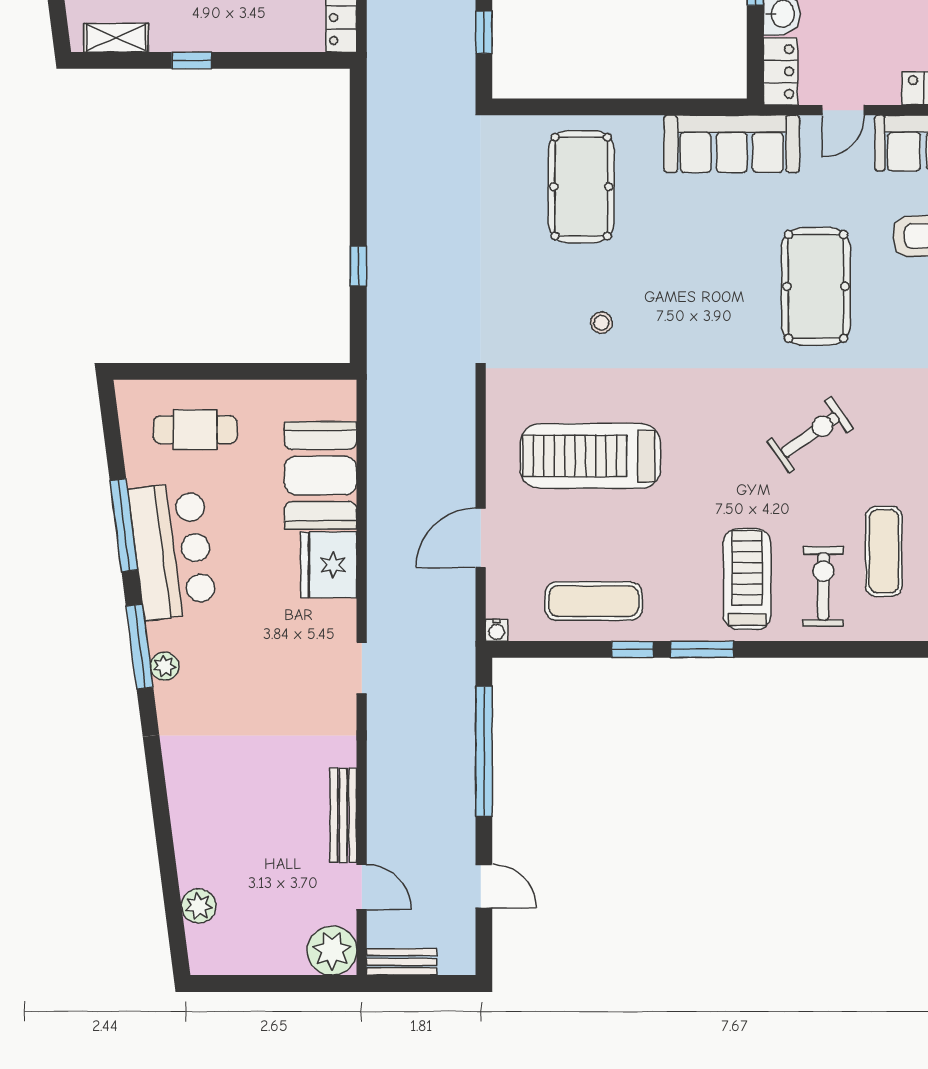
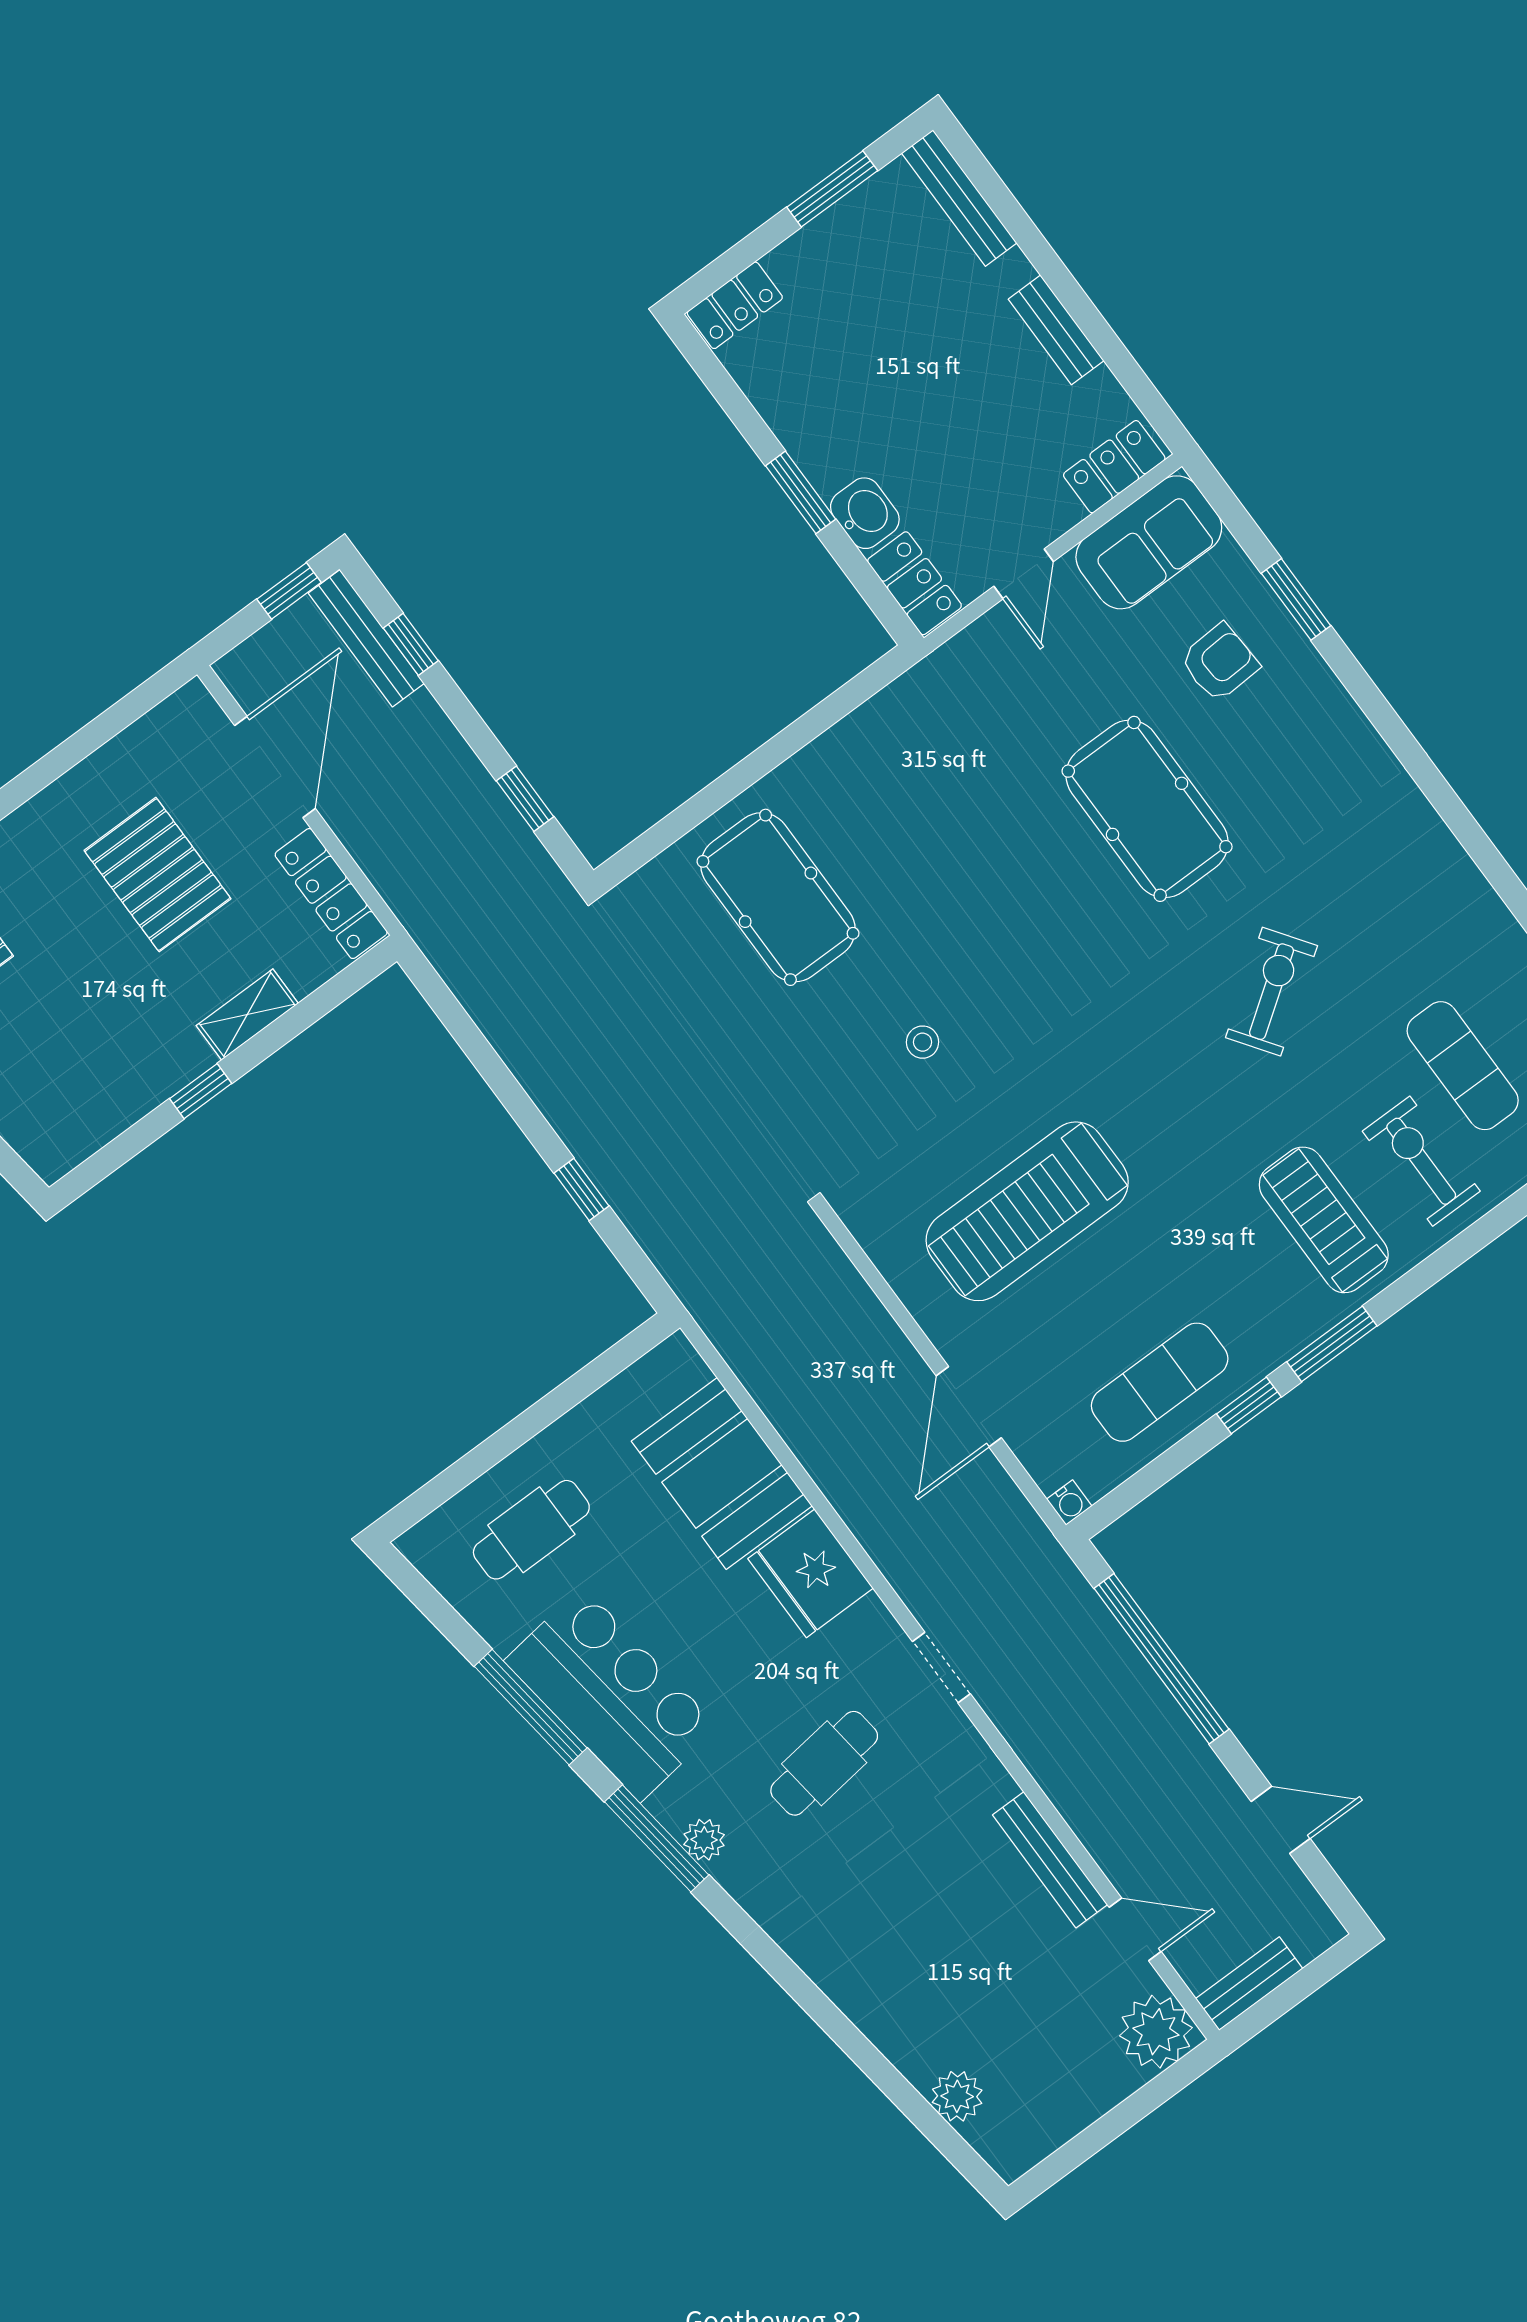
shelving: (116, 38) -> (247, 1014), moved
sofa: (732, 144) -> (920, 713), removed
cafe table: (260, 673) -> (824, 1763), added

